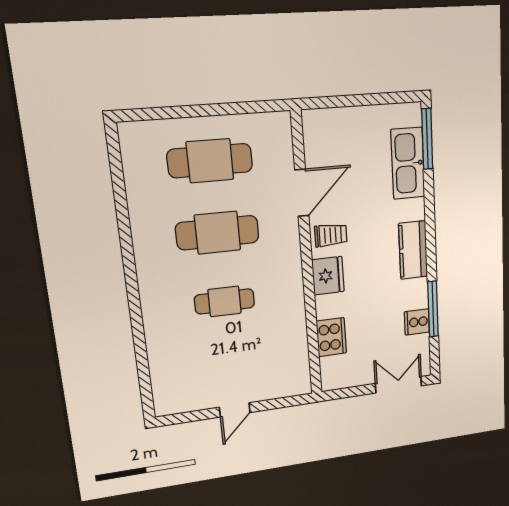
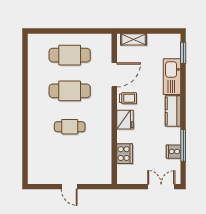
shelving: (334, 119) -> (134, 39), added
window: (427, 139) -> (183, 53), width x0.69
kitchen sink: (408, 163) -> (172, 77), moved
door: (235, 410) -> (69, 187), hinge flipped

